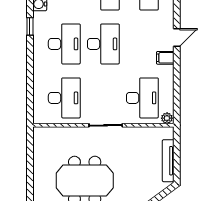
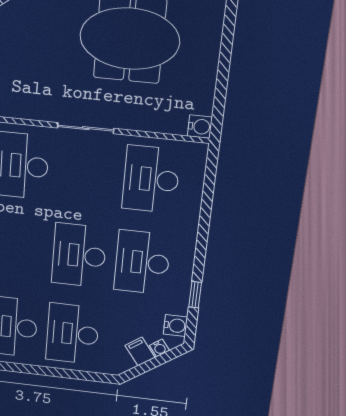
water cooler: (39, 133) -> (200, 127), added

